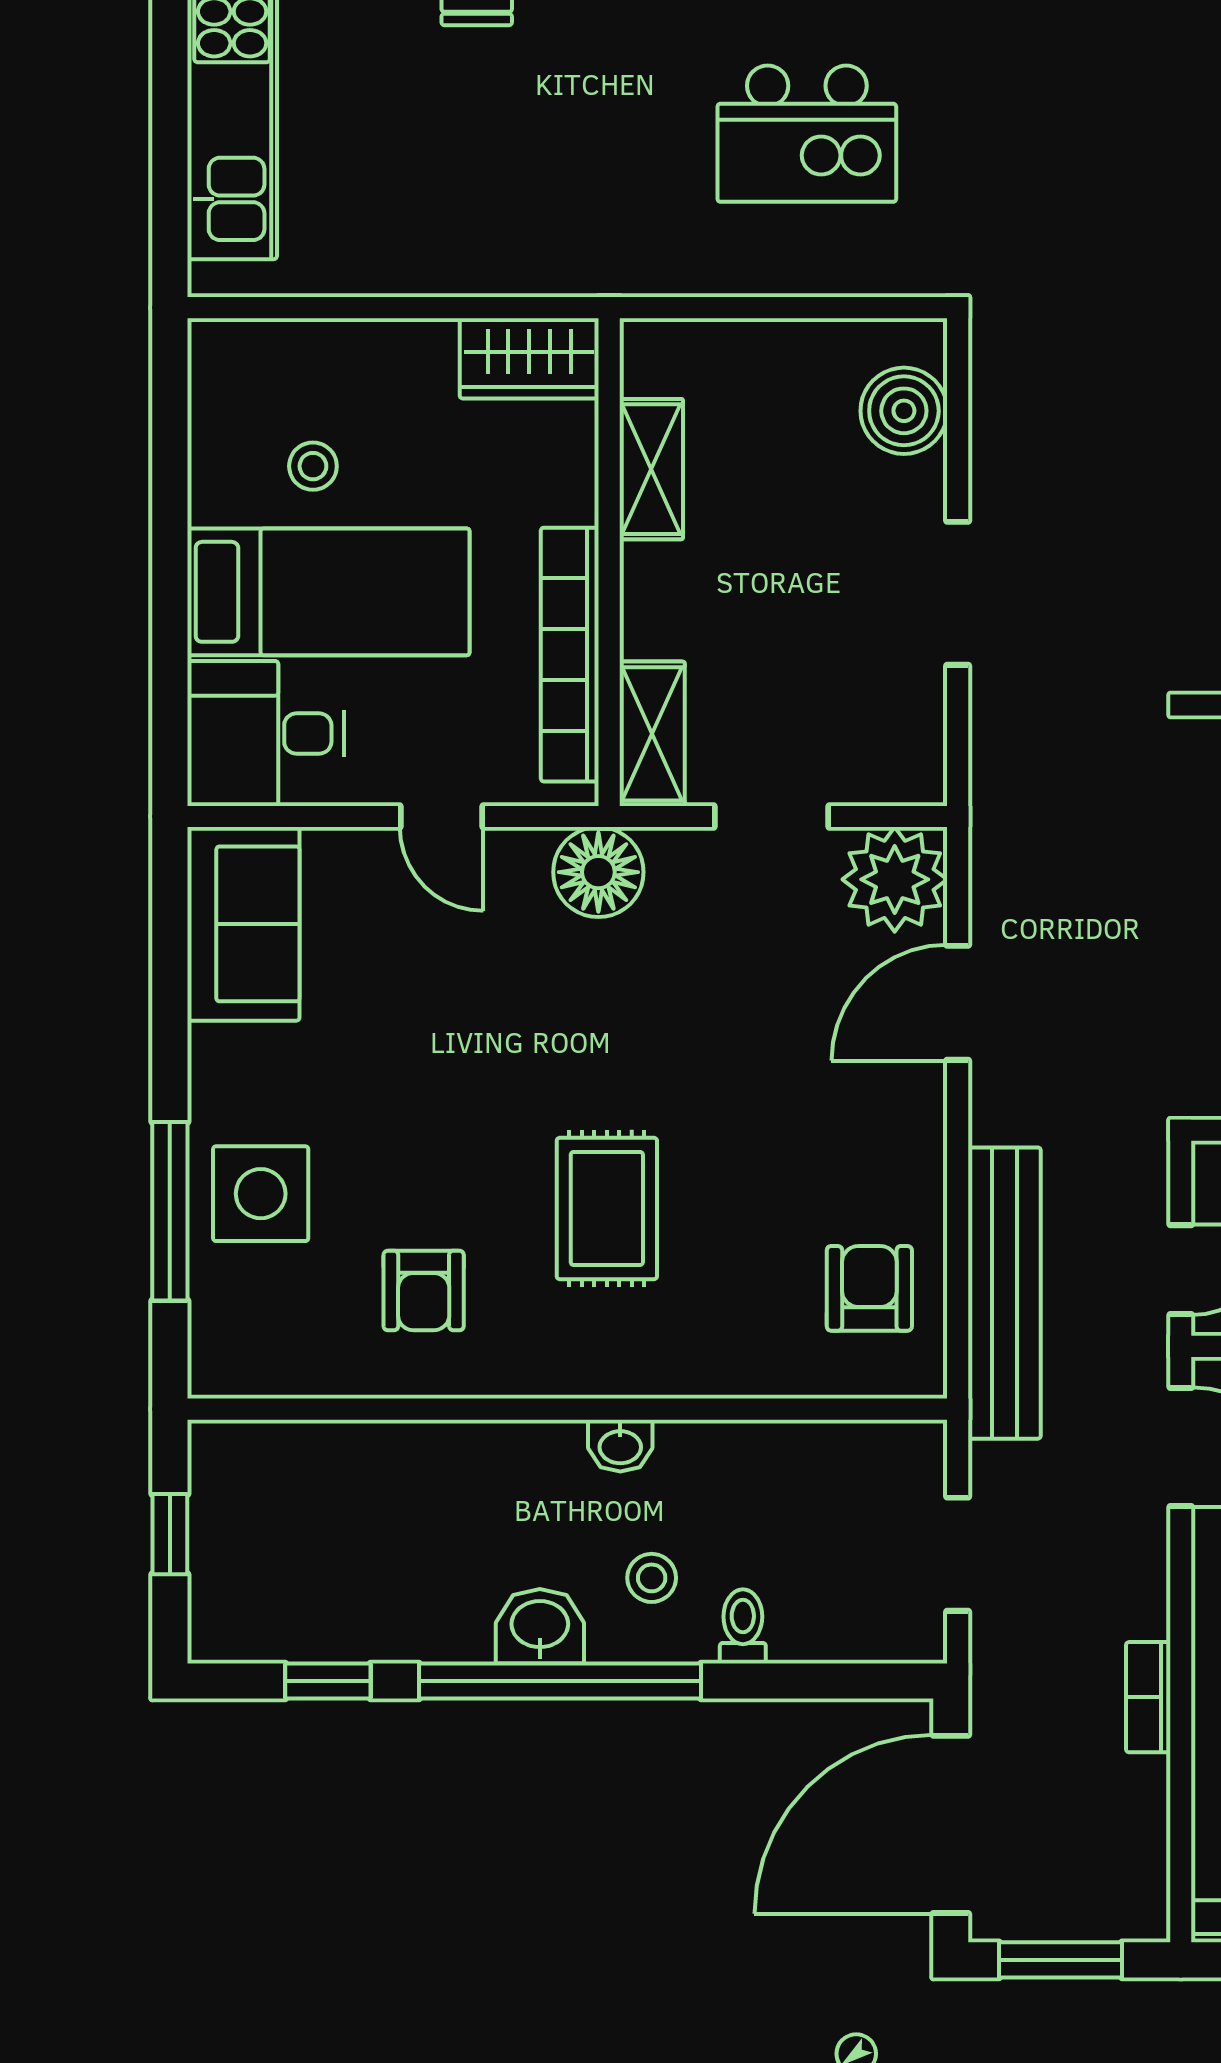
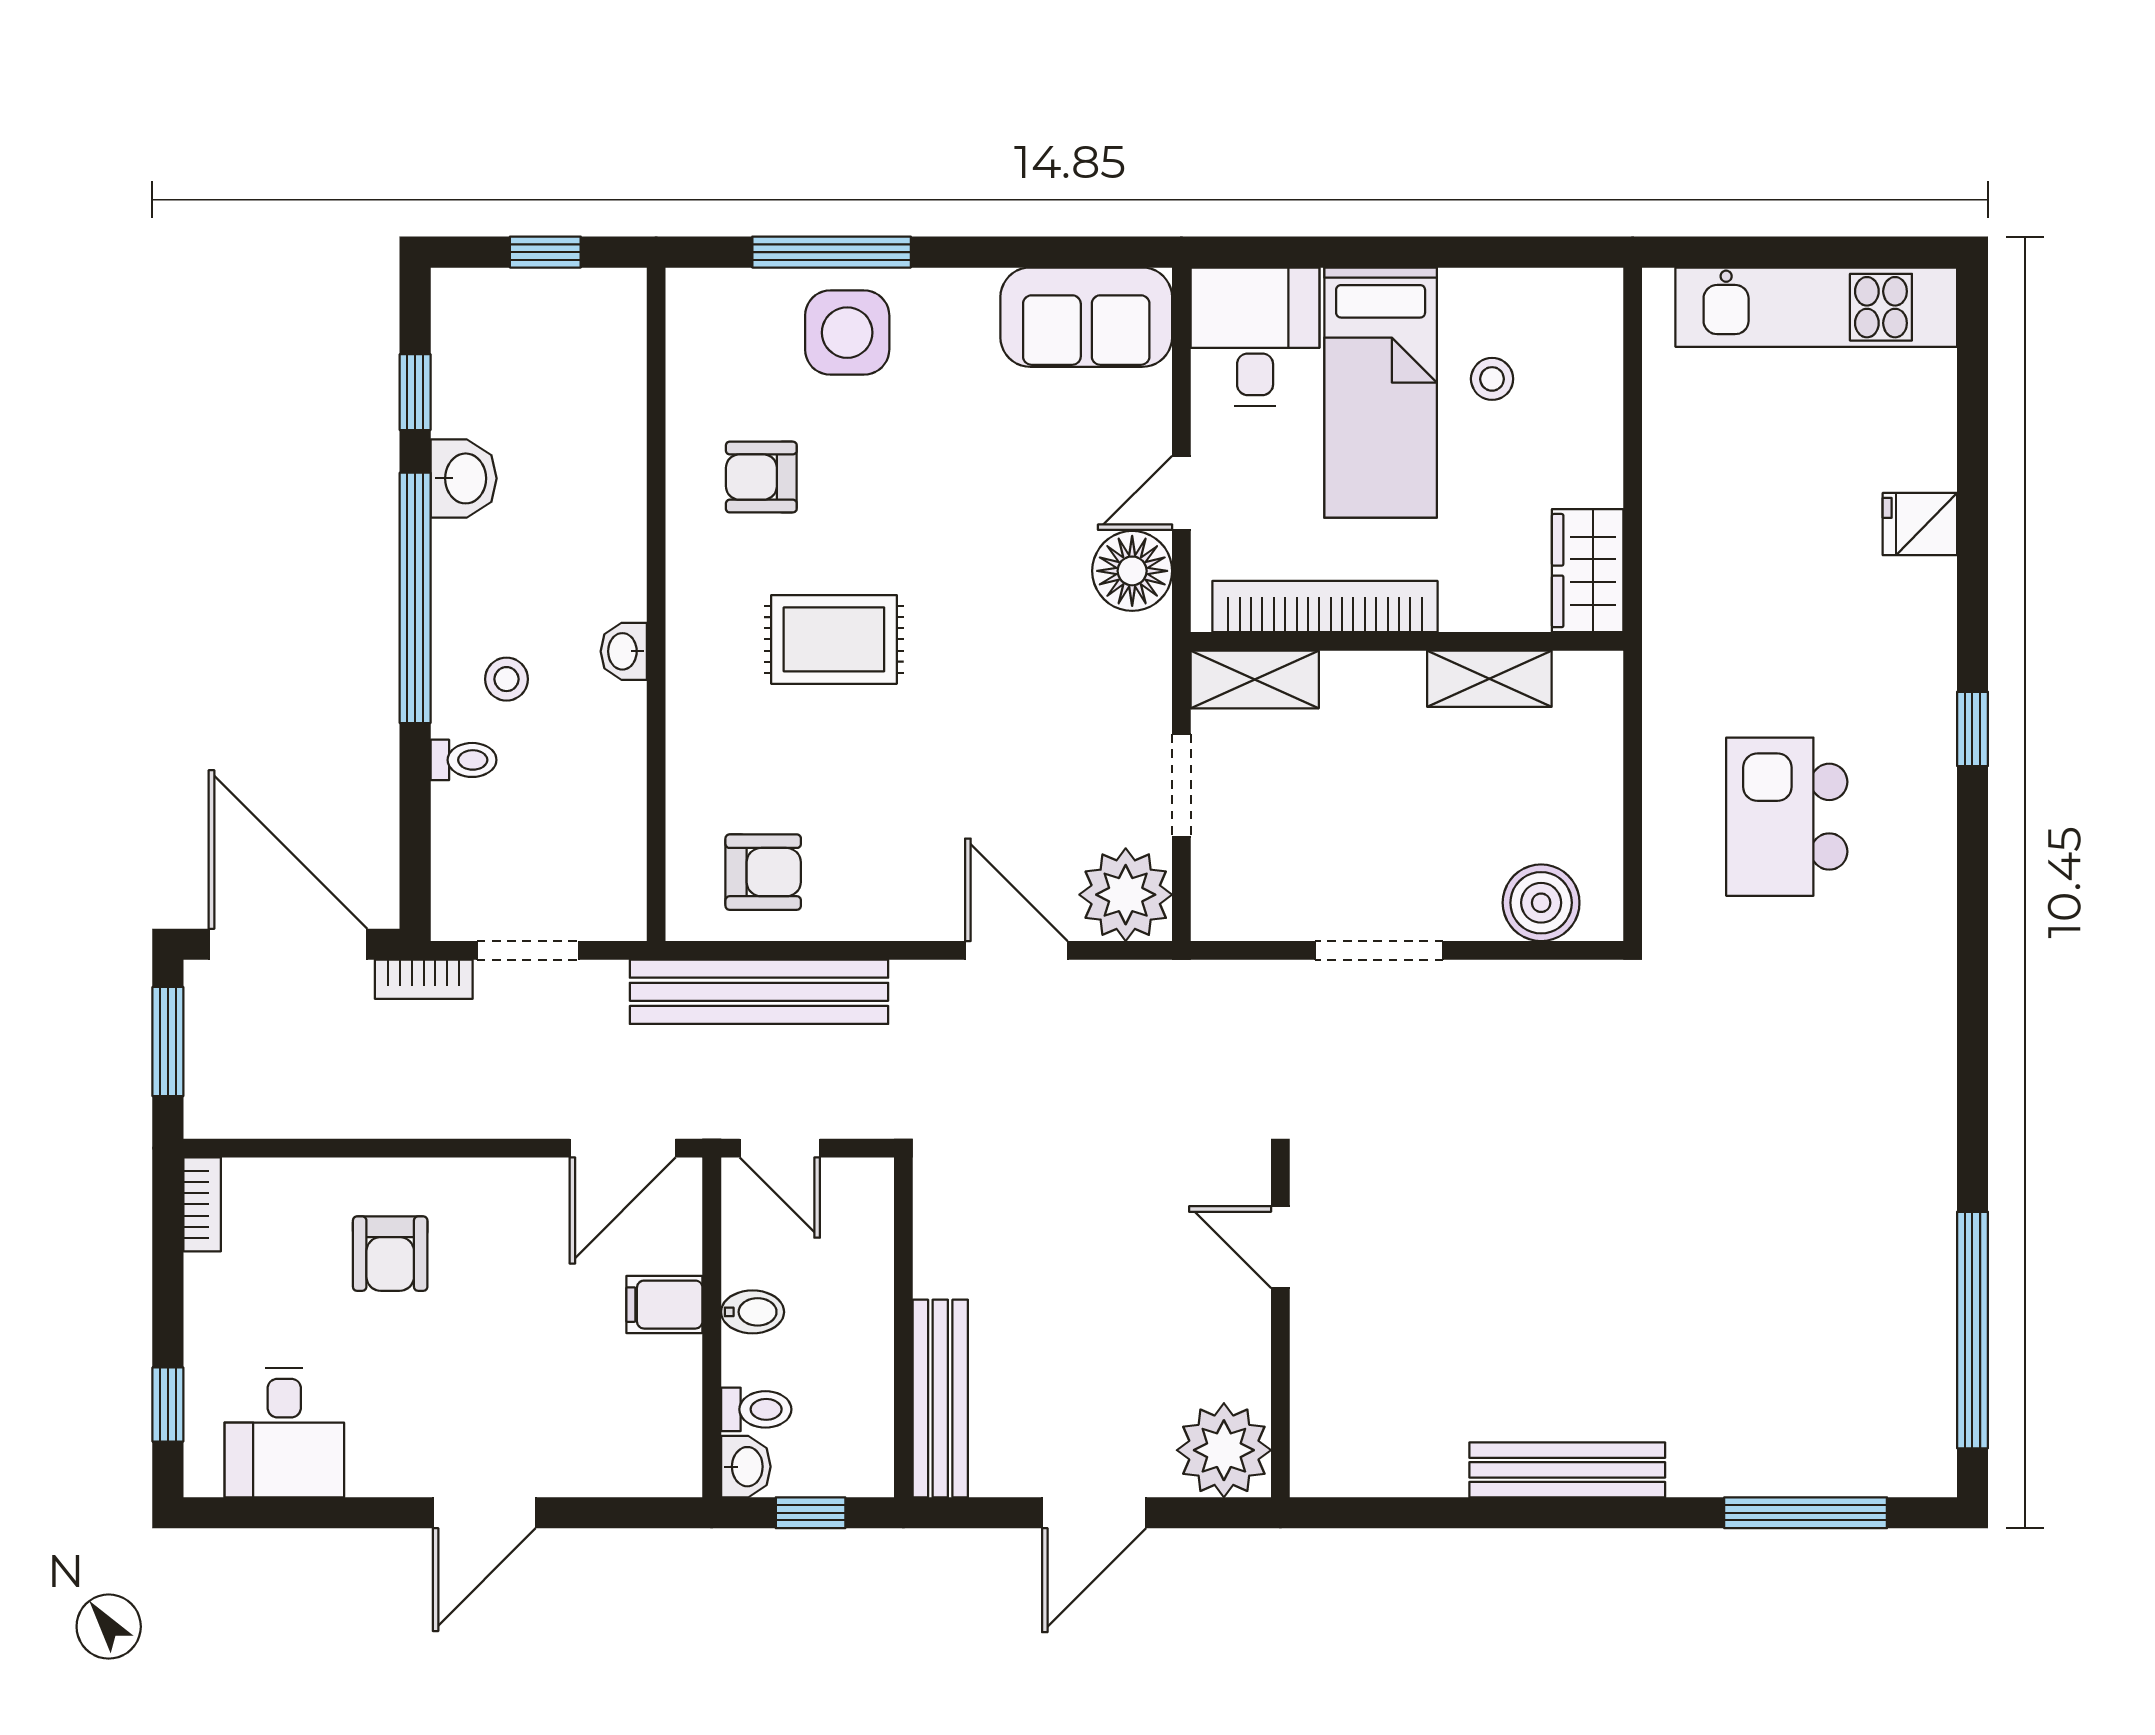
floor lamp: (598, 872) -> (1132, 571), moved
washbasin: (540, 1626) -> (464, 478), moved
bookcase: (1148, 1697) -> (424, 979), moved, turned 180

